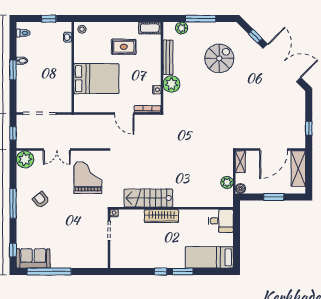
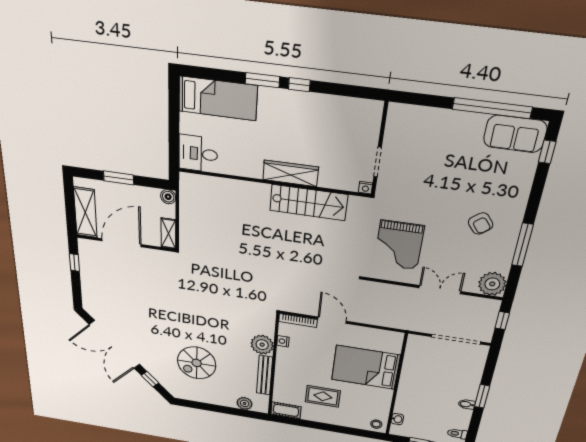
window: (201, 19) -> (219, 409), removed
plant: (227, 182) -> (188, 208), removed
window: (13, 204) -> (522, 245), moved

